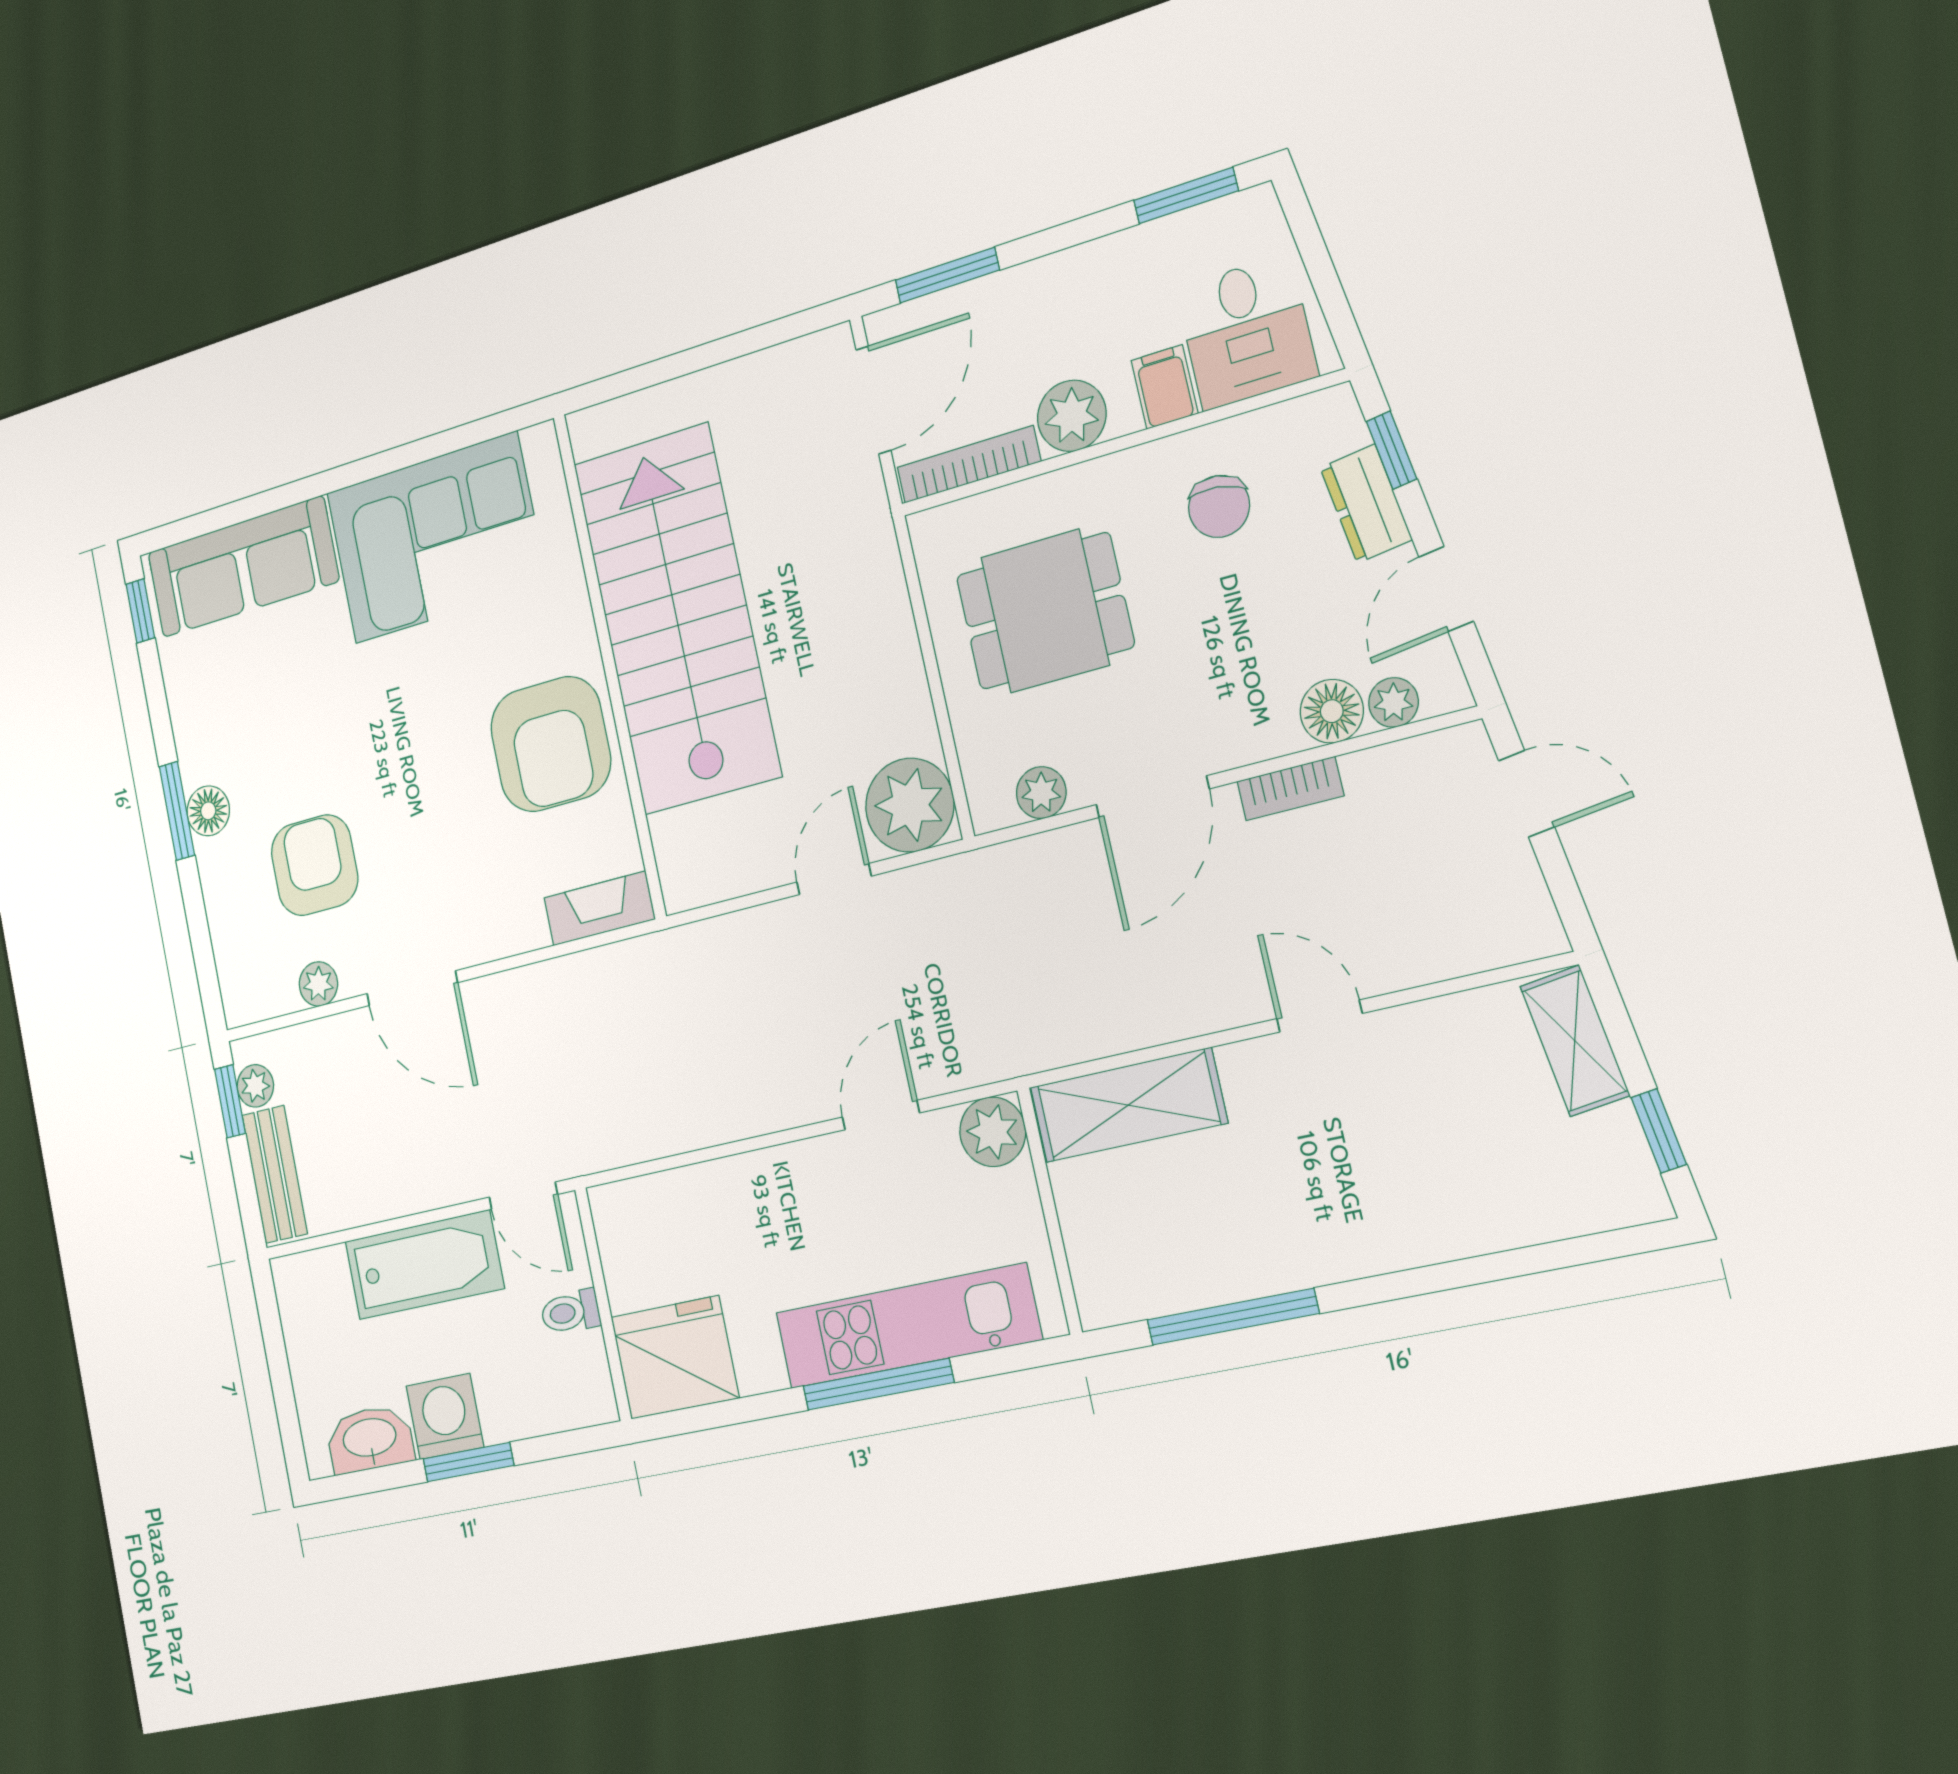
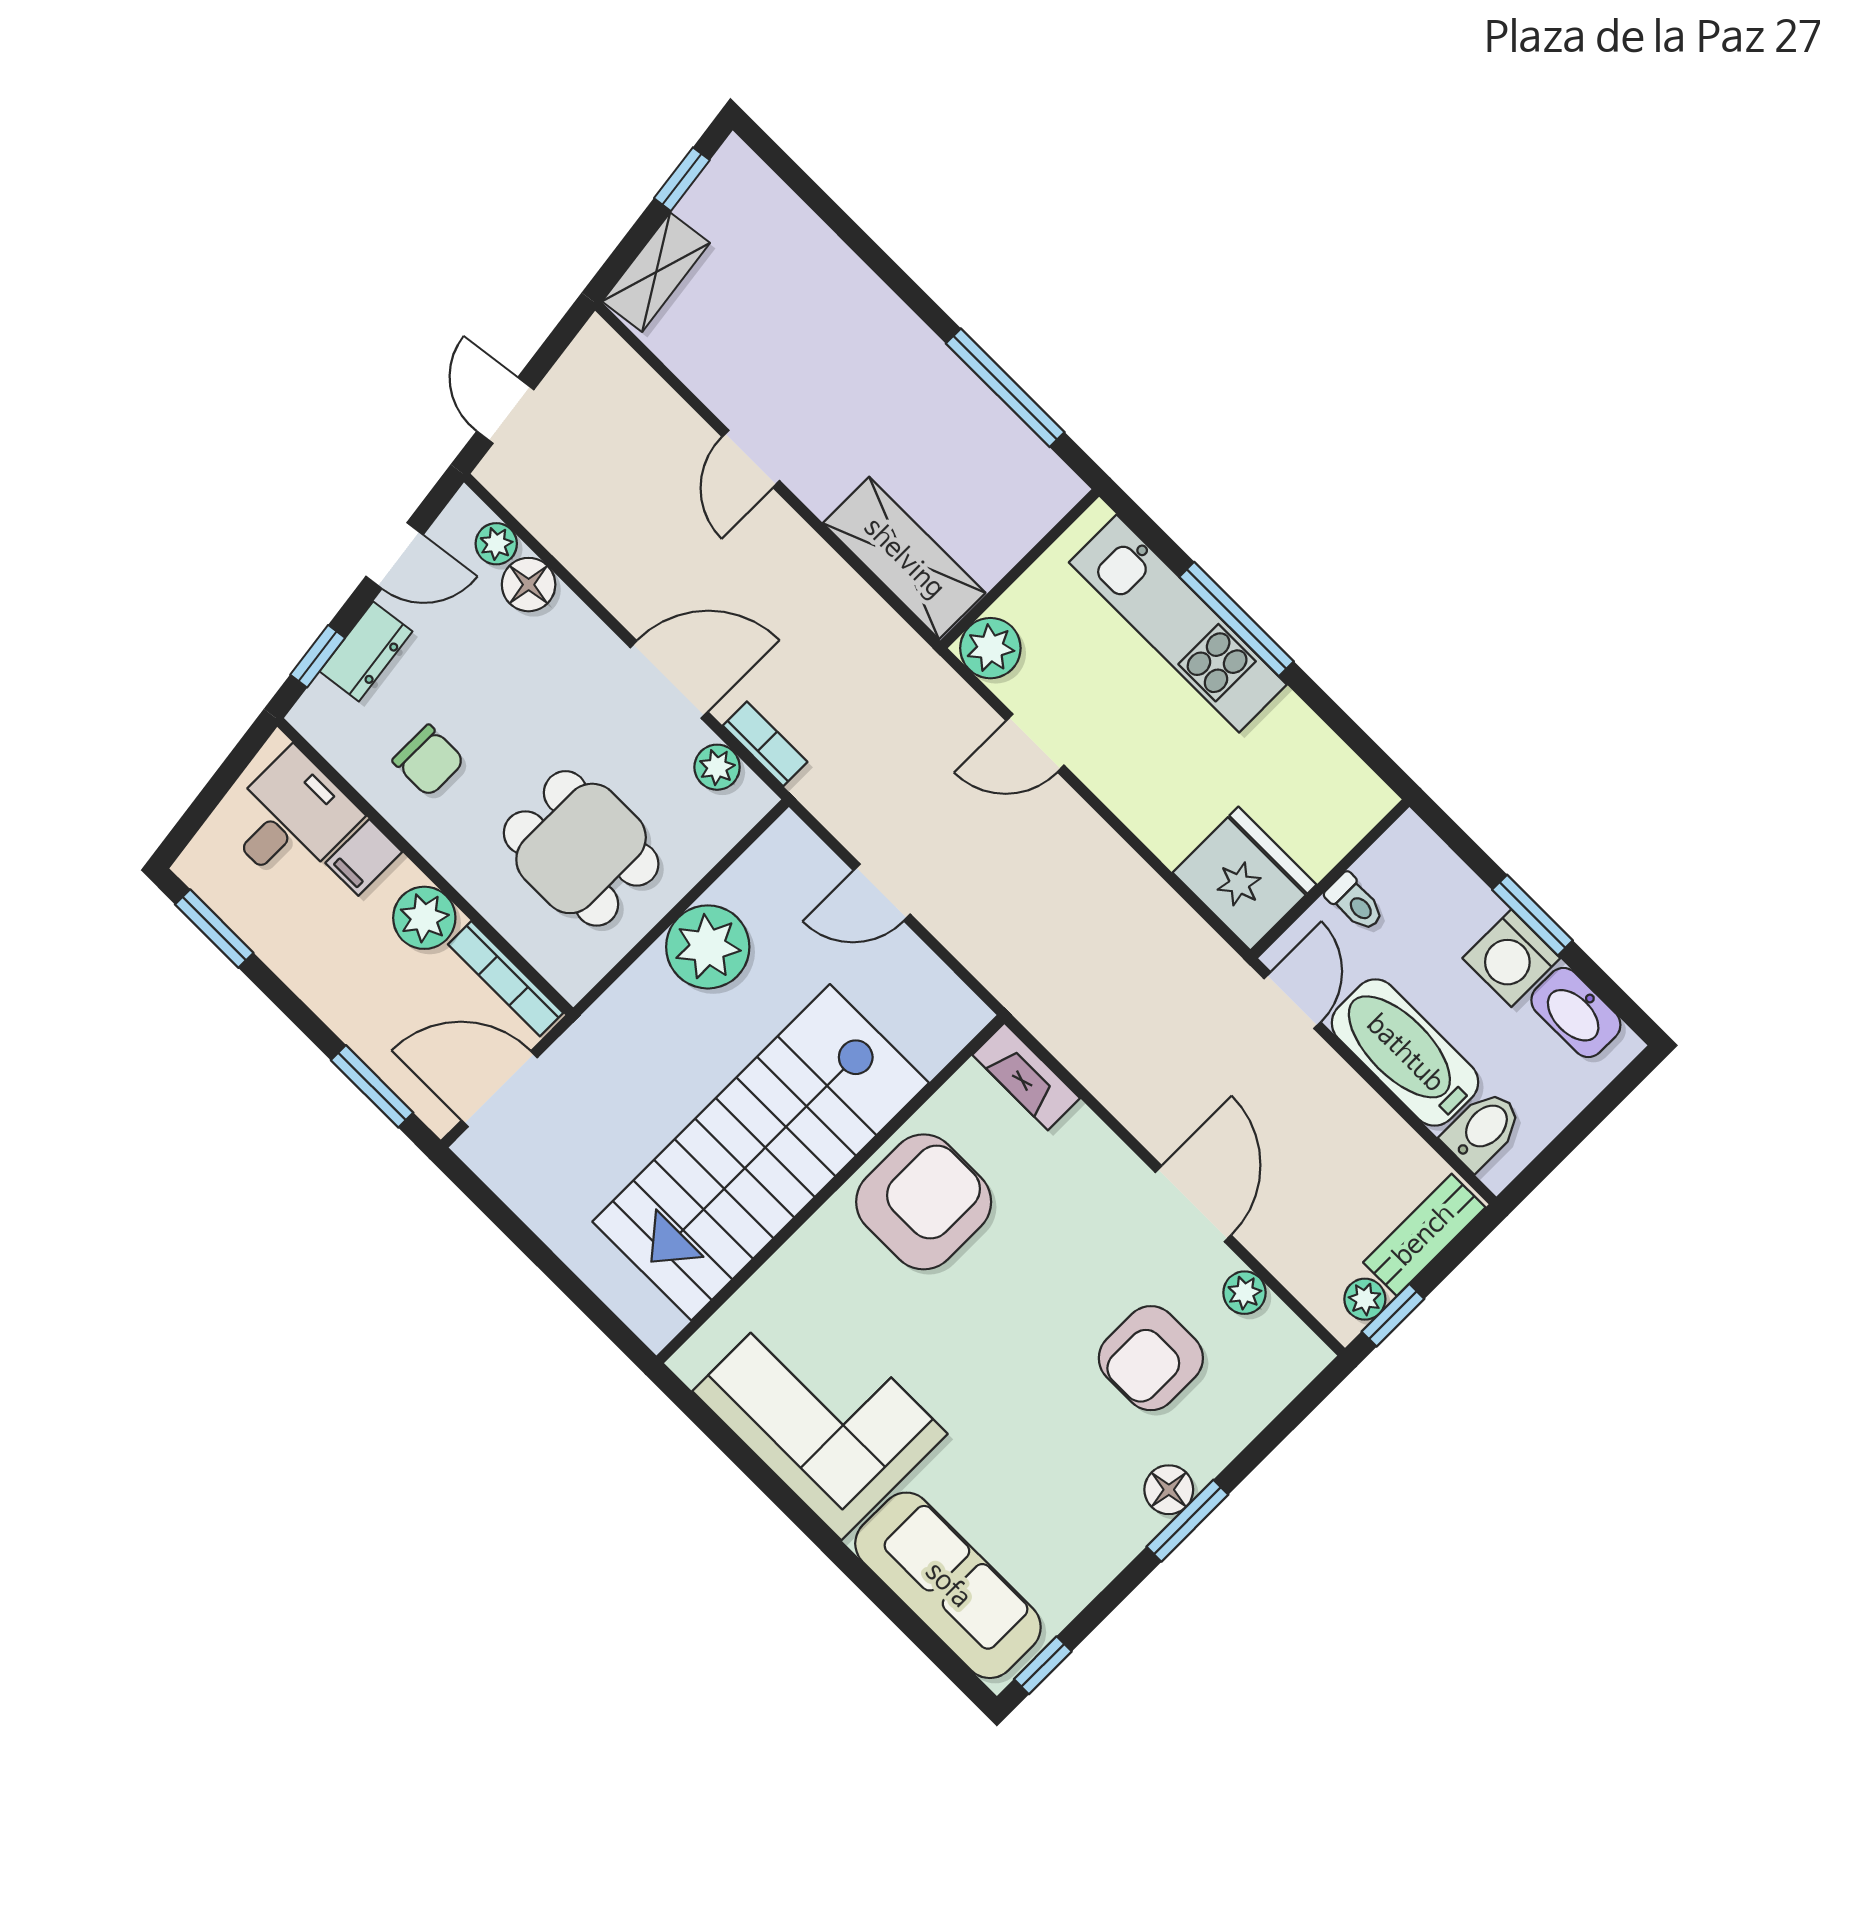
chair: (1219, 506) -> (429, 761), turned 83
bookcase: (1290, 789) -> (765, 744), moved
plant: (910, 805) -> (708, 947), moved
bidet: (326, 1287) -> (1483, 1130), added
fridge: (675, 1357) -> (1244, 879), moved, turned 180

